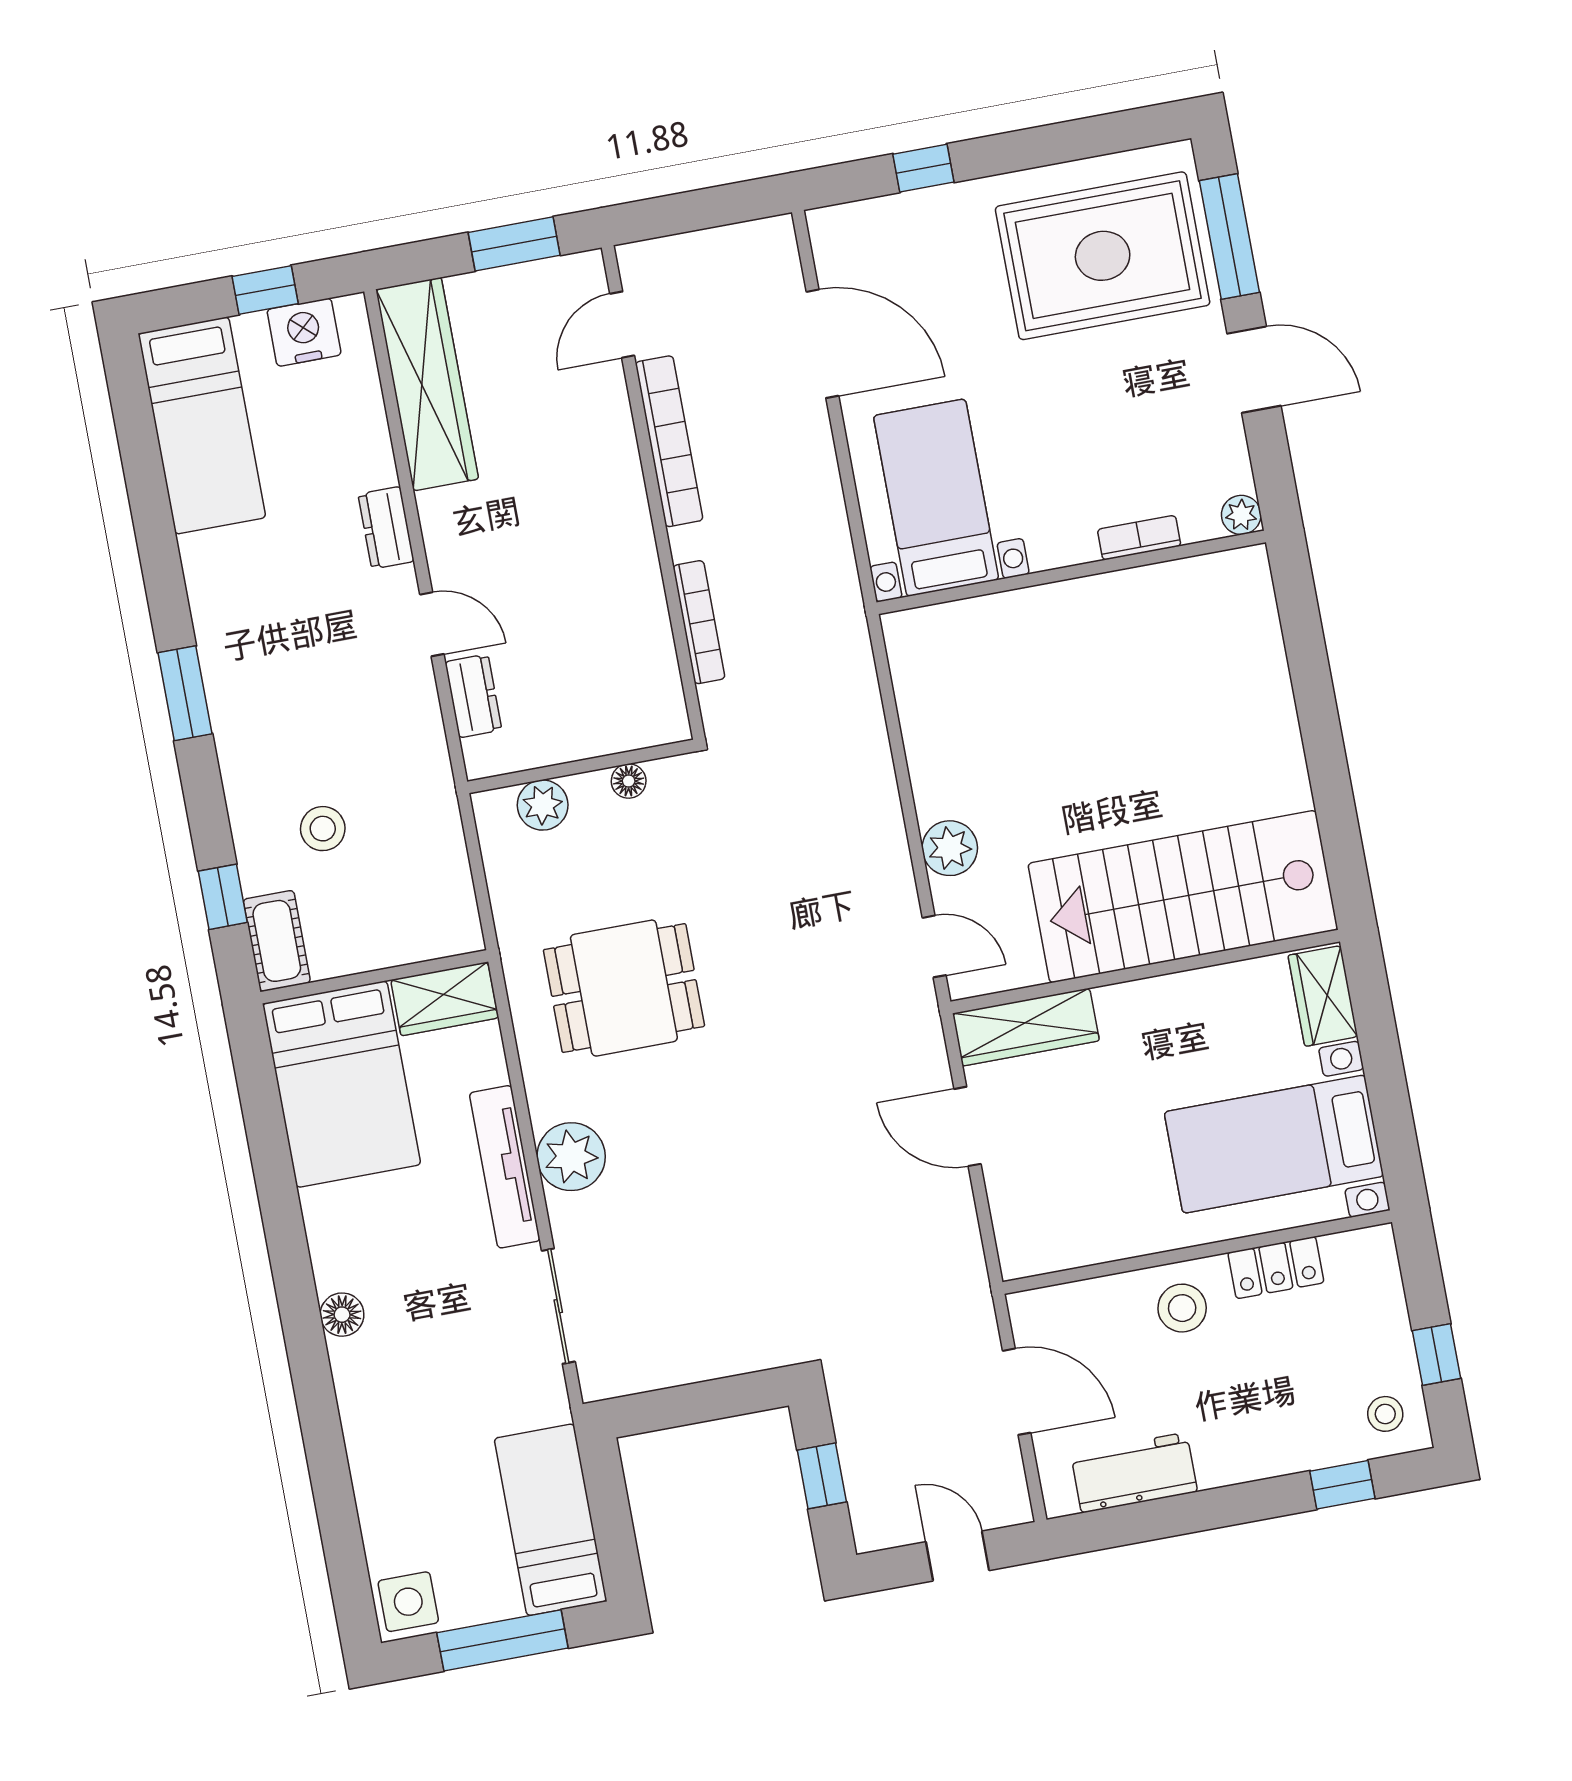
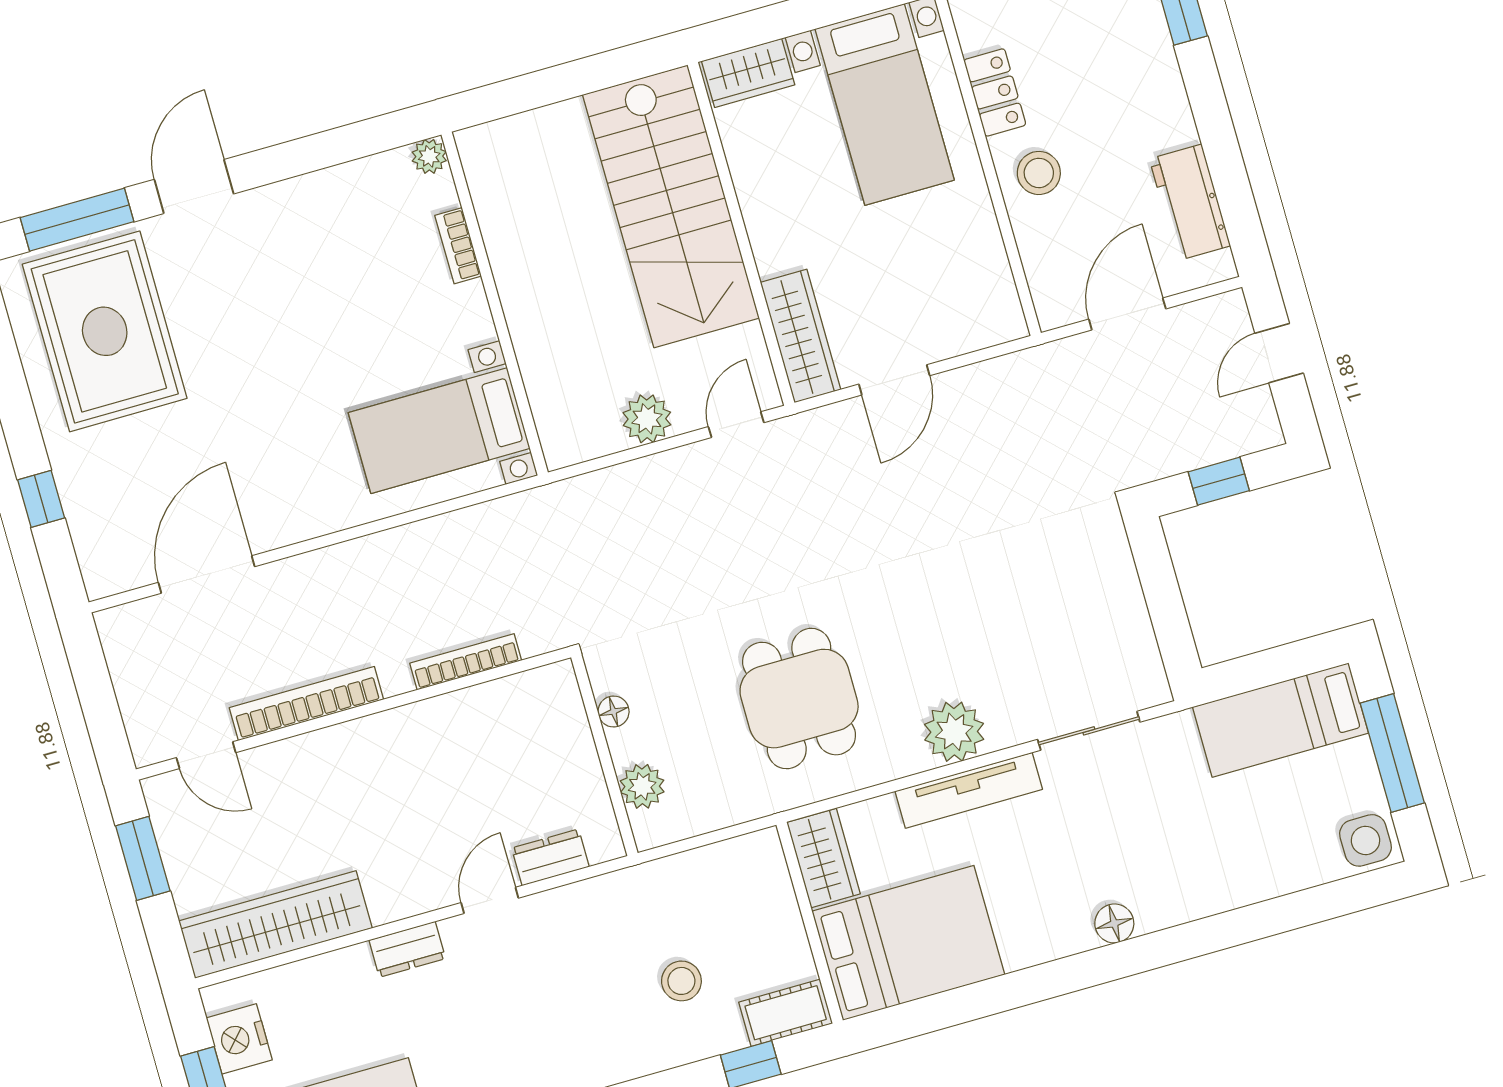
bed with nightstands: (936, 498) -> (439, 431), moved
plant: (1241, 515) -> (429, 156), moved
bookcase: (1139, 538) -> (458, 246), moved
wall: (1071, 572) -> (495, 304), moved

